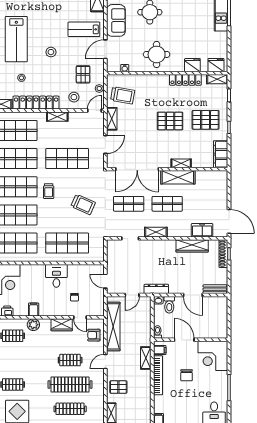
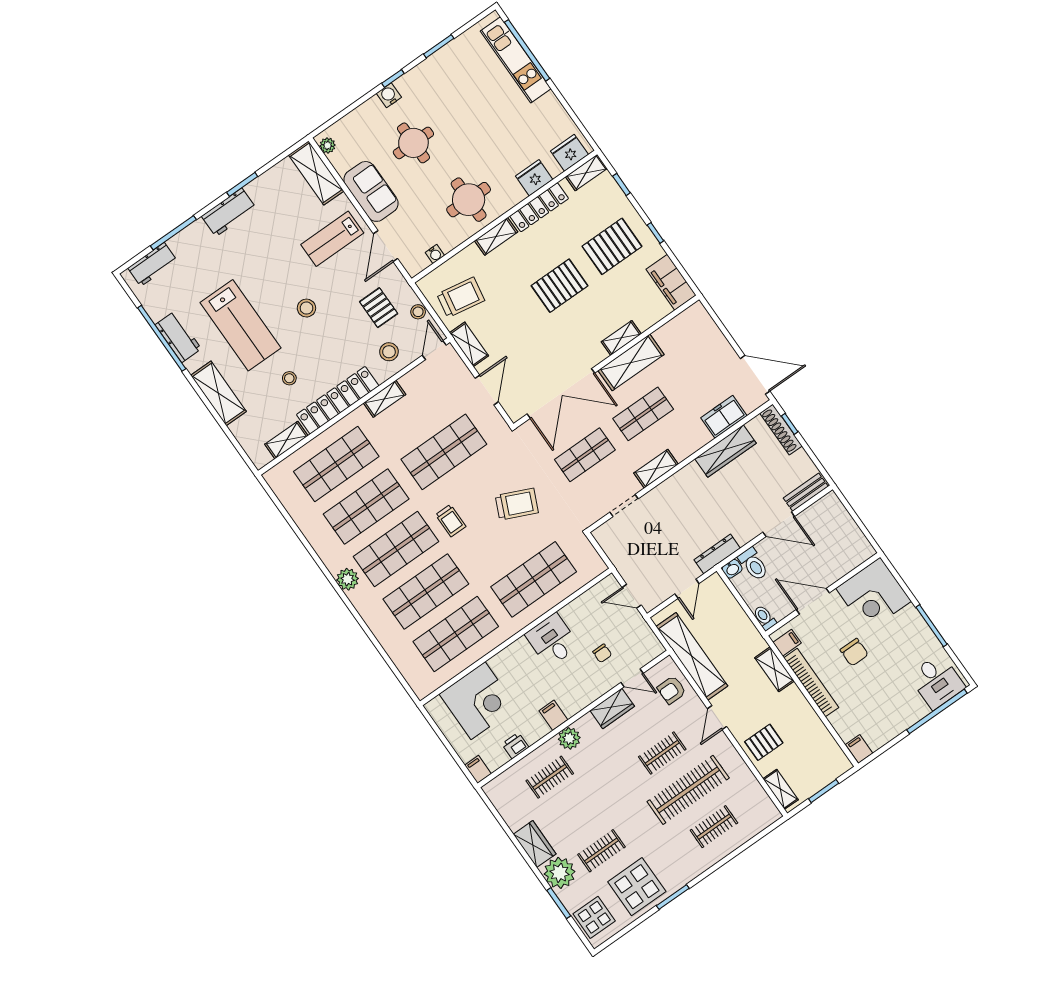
shelving: (157, 79) -> (496, 236), added
clothes rail: (70, 409) -> (714, 827), width x0.73

